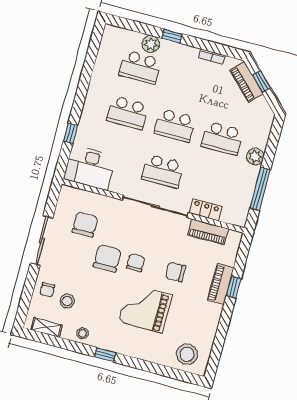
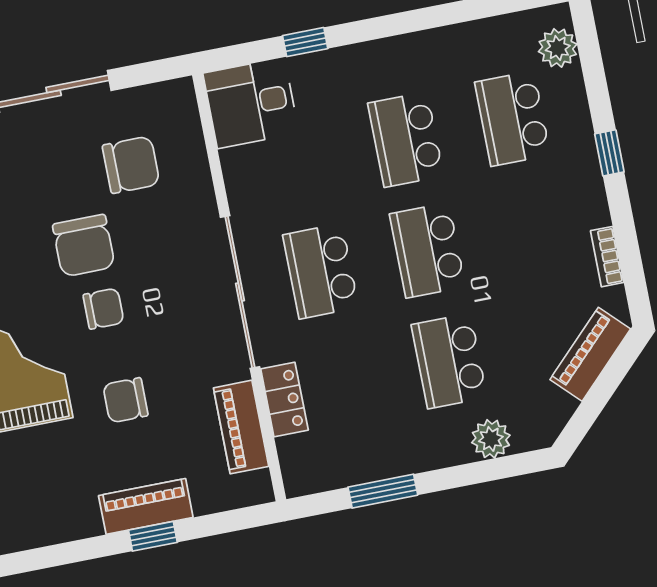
plant: (151, 44) -> (558, 48), moved
window: (261, 81) -> (607, 384), removed
plant: (255, 156) -> (491, 439), moved
desk: (90, 168) -> (251, 103), width x0.73
window: (260, 189) -> (383, 491), width x0.69
chair: (107, 258) -> (84, 246), turned 90
chair: (175, 272) -> (125, 400), turned -90

